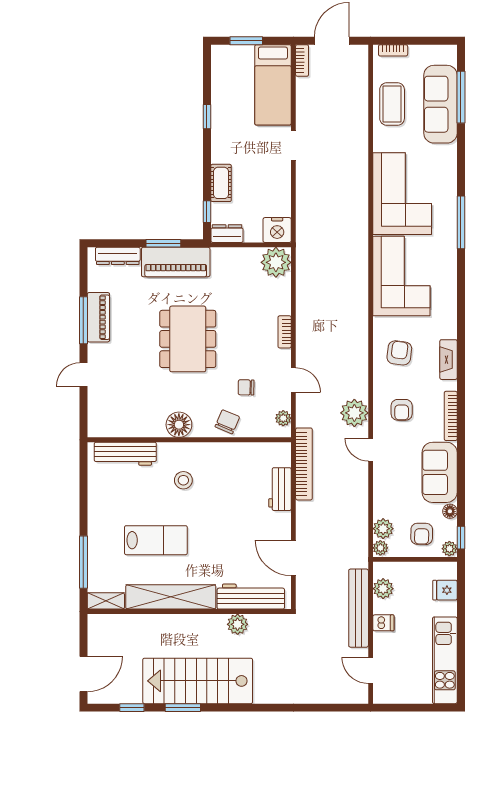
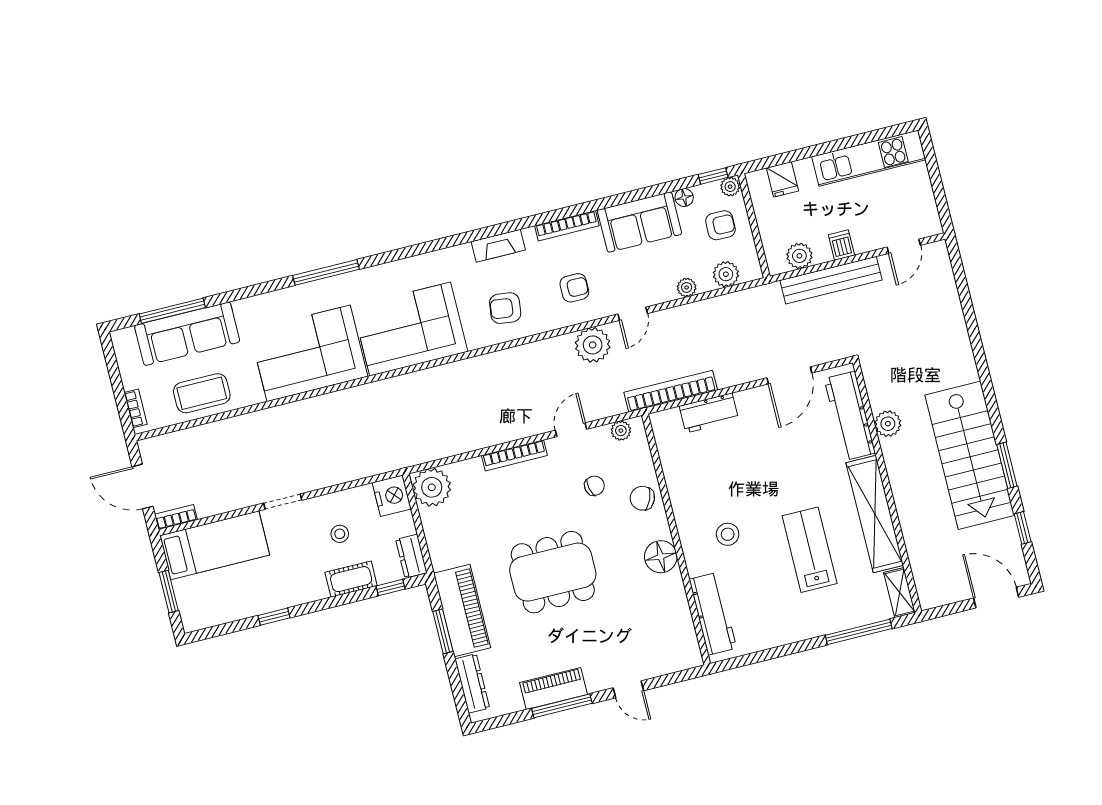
stool: (258, 183) -> (340, 534), added
bookcase: (285, 332) -> (514, 455), width x1.56
chair: (246, 387) -> (594, 486), turned -104
plant: (380, 548) -> (687, 287), moved

